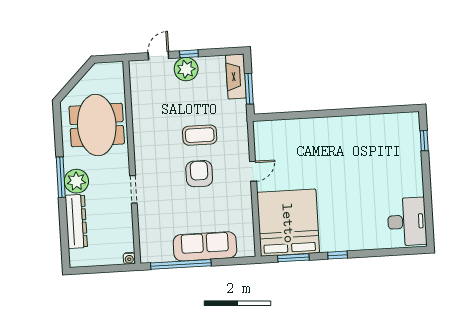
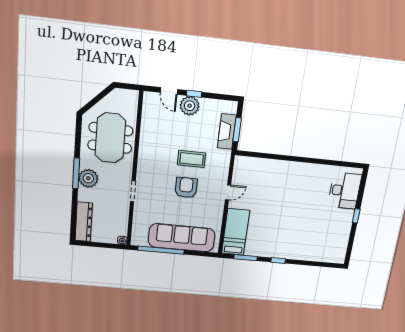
door: (158, 56) -> (169, 91), swing flipped
fireplace: (236, 77) -> (227, 132), moved
window: (424, 141) -> (356, 216), moved
dresser: (76, 221) -> (84, 222), moved
desk: (407, 222) -> (345, 191), moved
bed: (288, 223) -> (236, 232), width x0.49
sofa: (205, 246) -> (182, 238), width x1.36, depth x1.27

